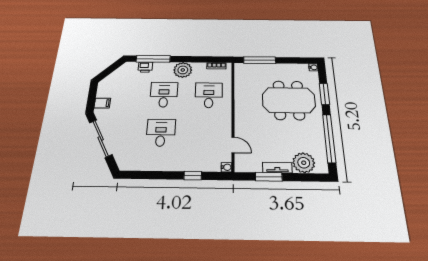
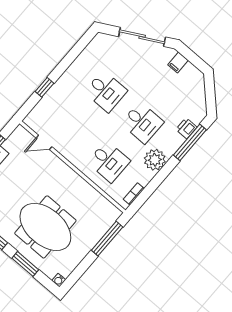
meeting table: (289, 100) -> (45, 227), turned 90
water cooler: (227, 167) -> (29, 120), removed

